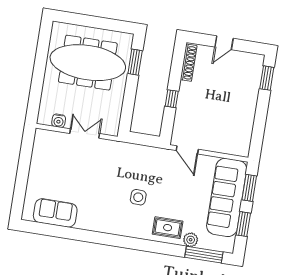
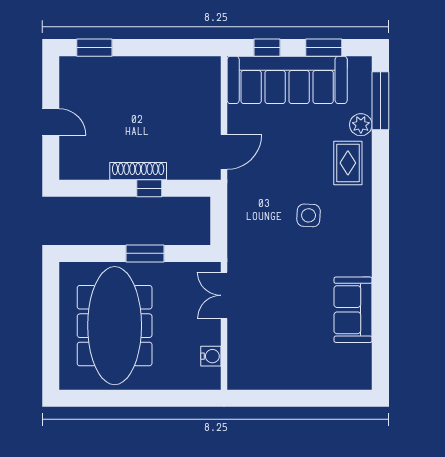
window: (135, 62) -> (145, 253), moved
shoe rack: (189, 63) -> (138, 171), moved
double door: (85, 133) -> (224, 295), moved
window: (249, 188) -> (267, 48), width x0.67
sofa: (55, 213) -> (353, 310), moved

